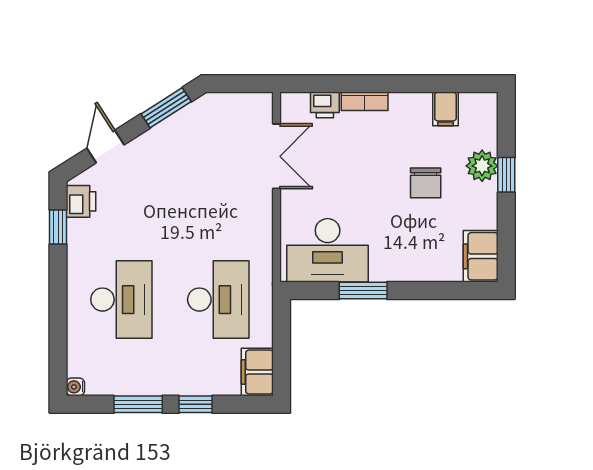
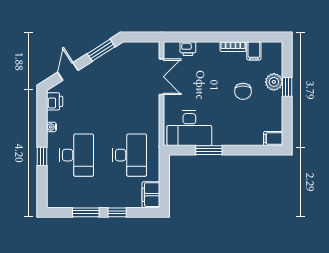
bookcase: (365, 101) -> (233, 47), moved
window: (58, 227) -> (42, 156), moved
filing cabinet: (481, 256) -> (273, 138), width x0.50
water cooler: (75, 387) -> (51, 127), moved

